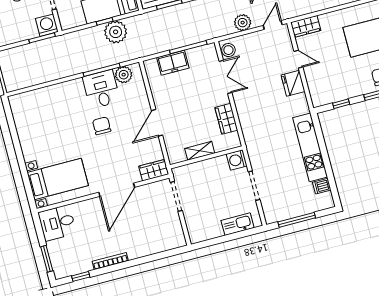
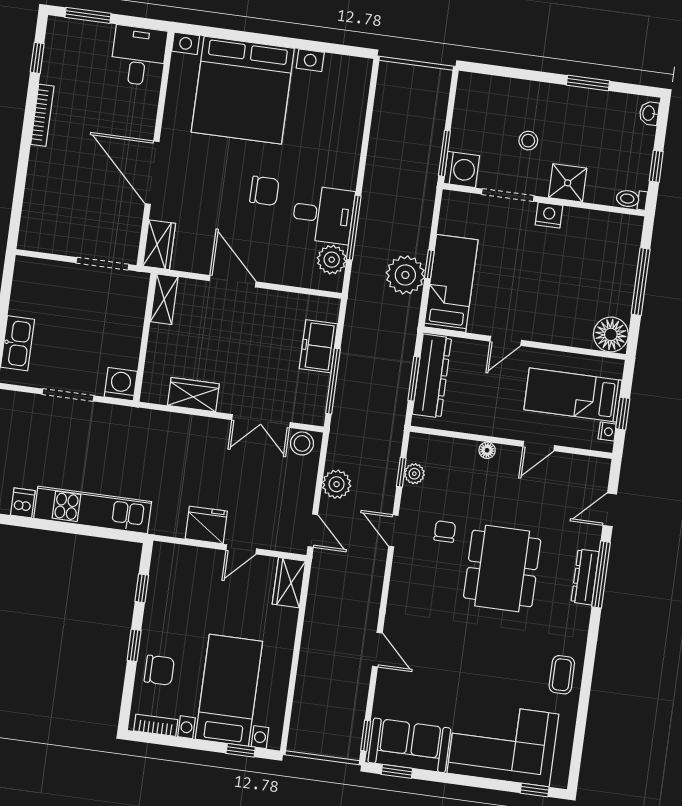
shelving: (200, 151) -> (164, 299), moved
bed with nightstands: (58, 179) -> (243, 90), width x1.85

